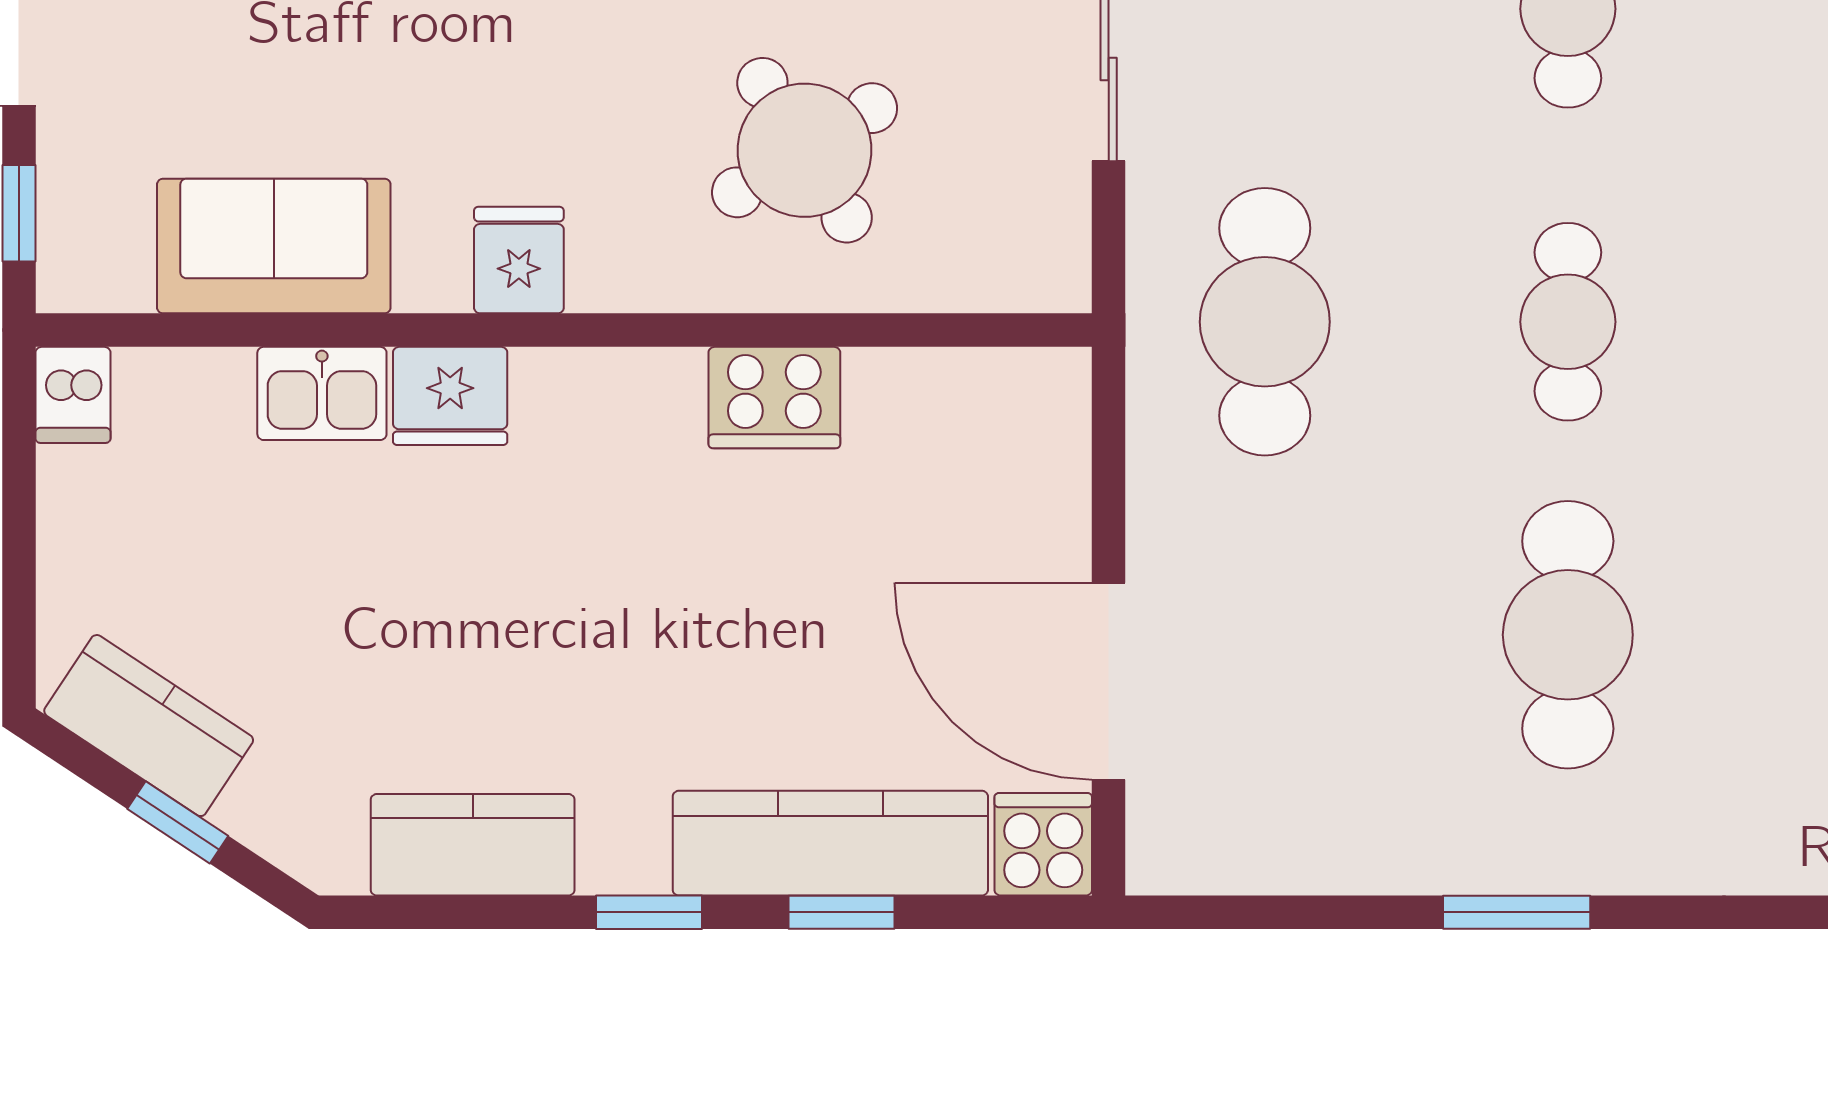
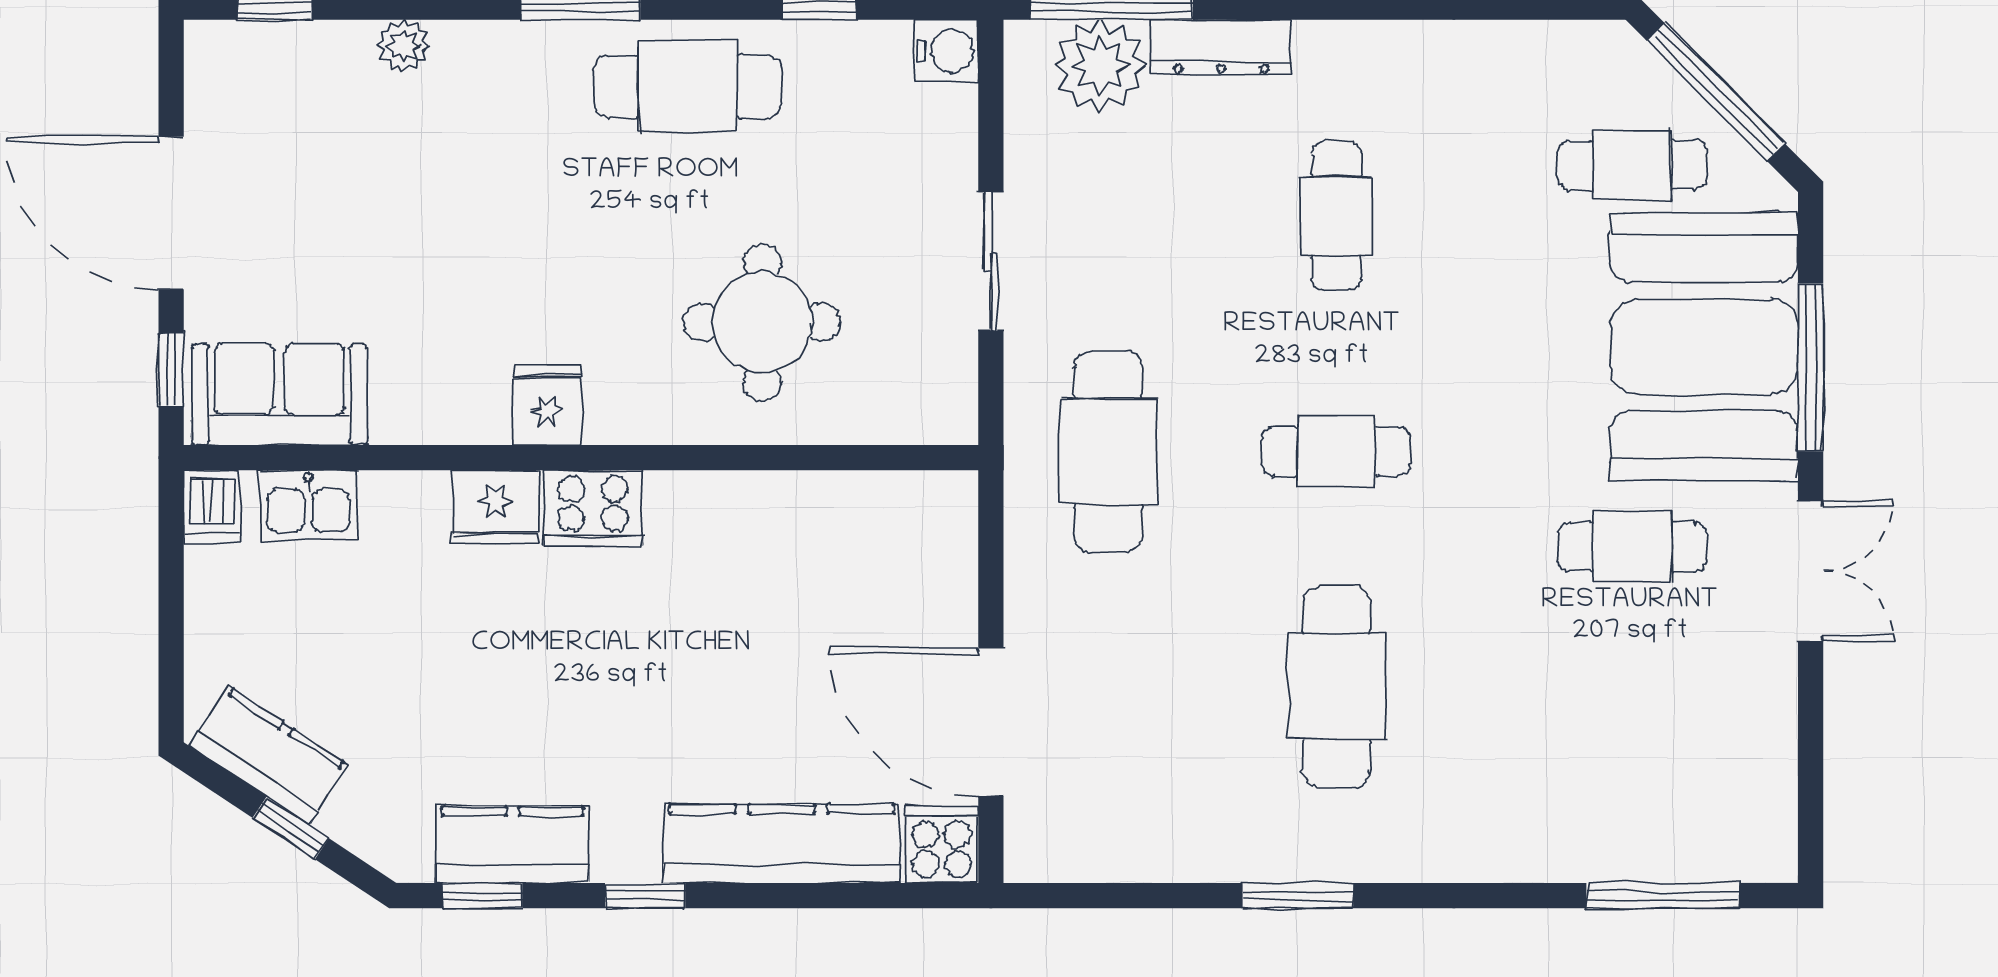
round table: (805, 150) -> (762, 322), turned 32
sofa: (274, 246) -> (279, 394), moved
cafe table: (1568, 322) -> (1336, 451), turned 90
kitchen sink: (322, 393) -> (308, 505), moved
cooker: (774, 398) -> (593, 508), moved
window: (842, 912) -> (482, 896), moved

